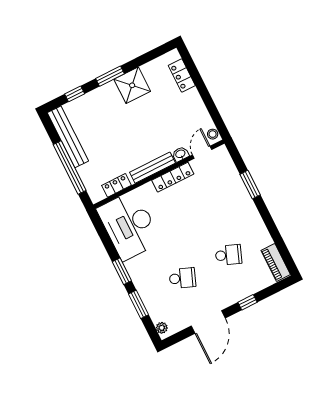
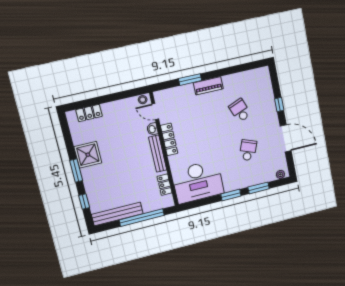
school desk: (228, 255) -> (240, 110), turned -42
piano: (276, 262) -> (208, 86), moved

